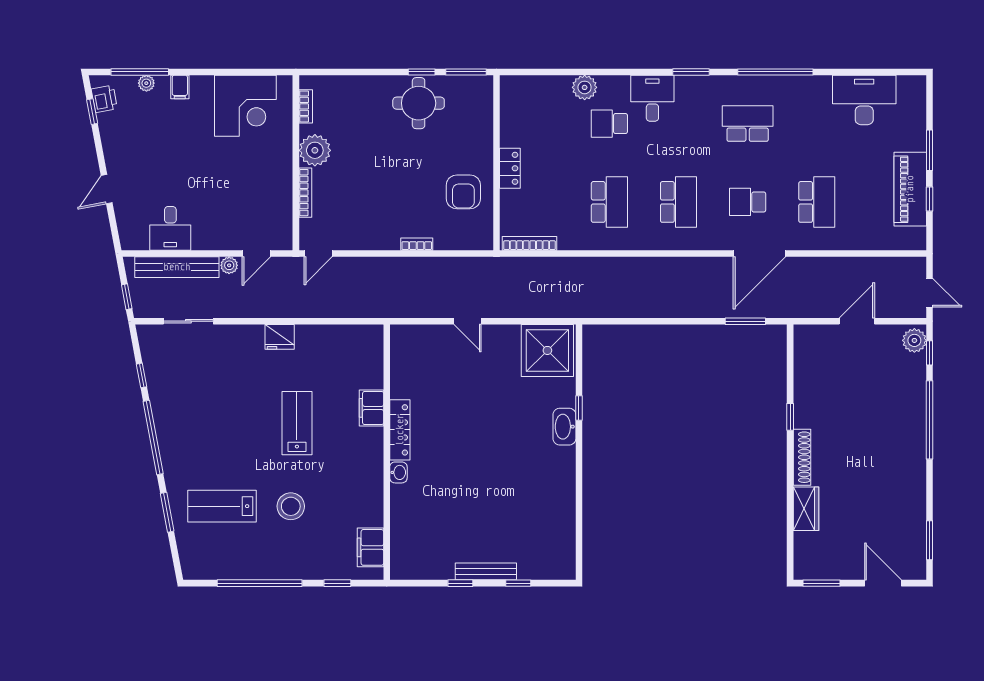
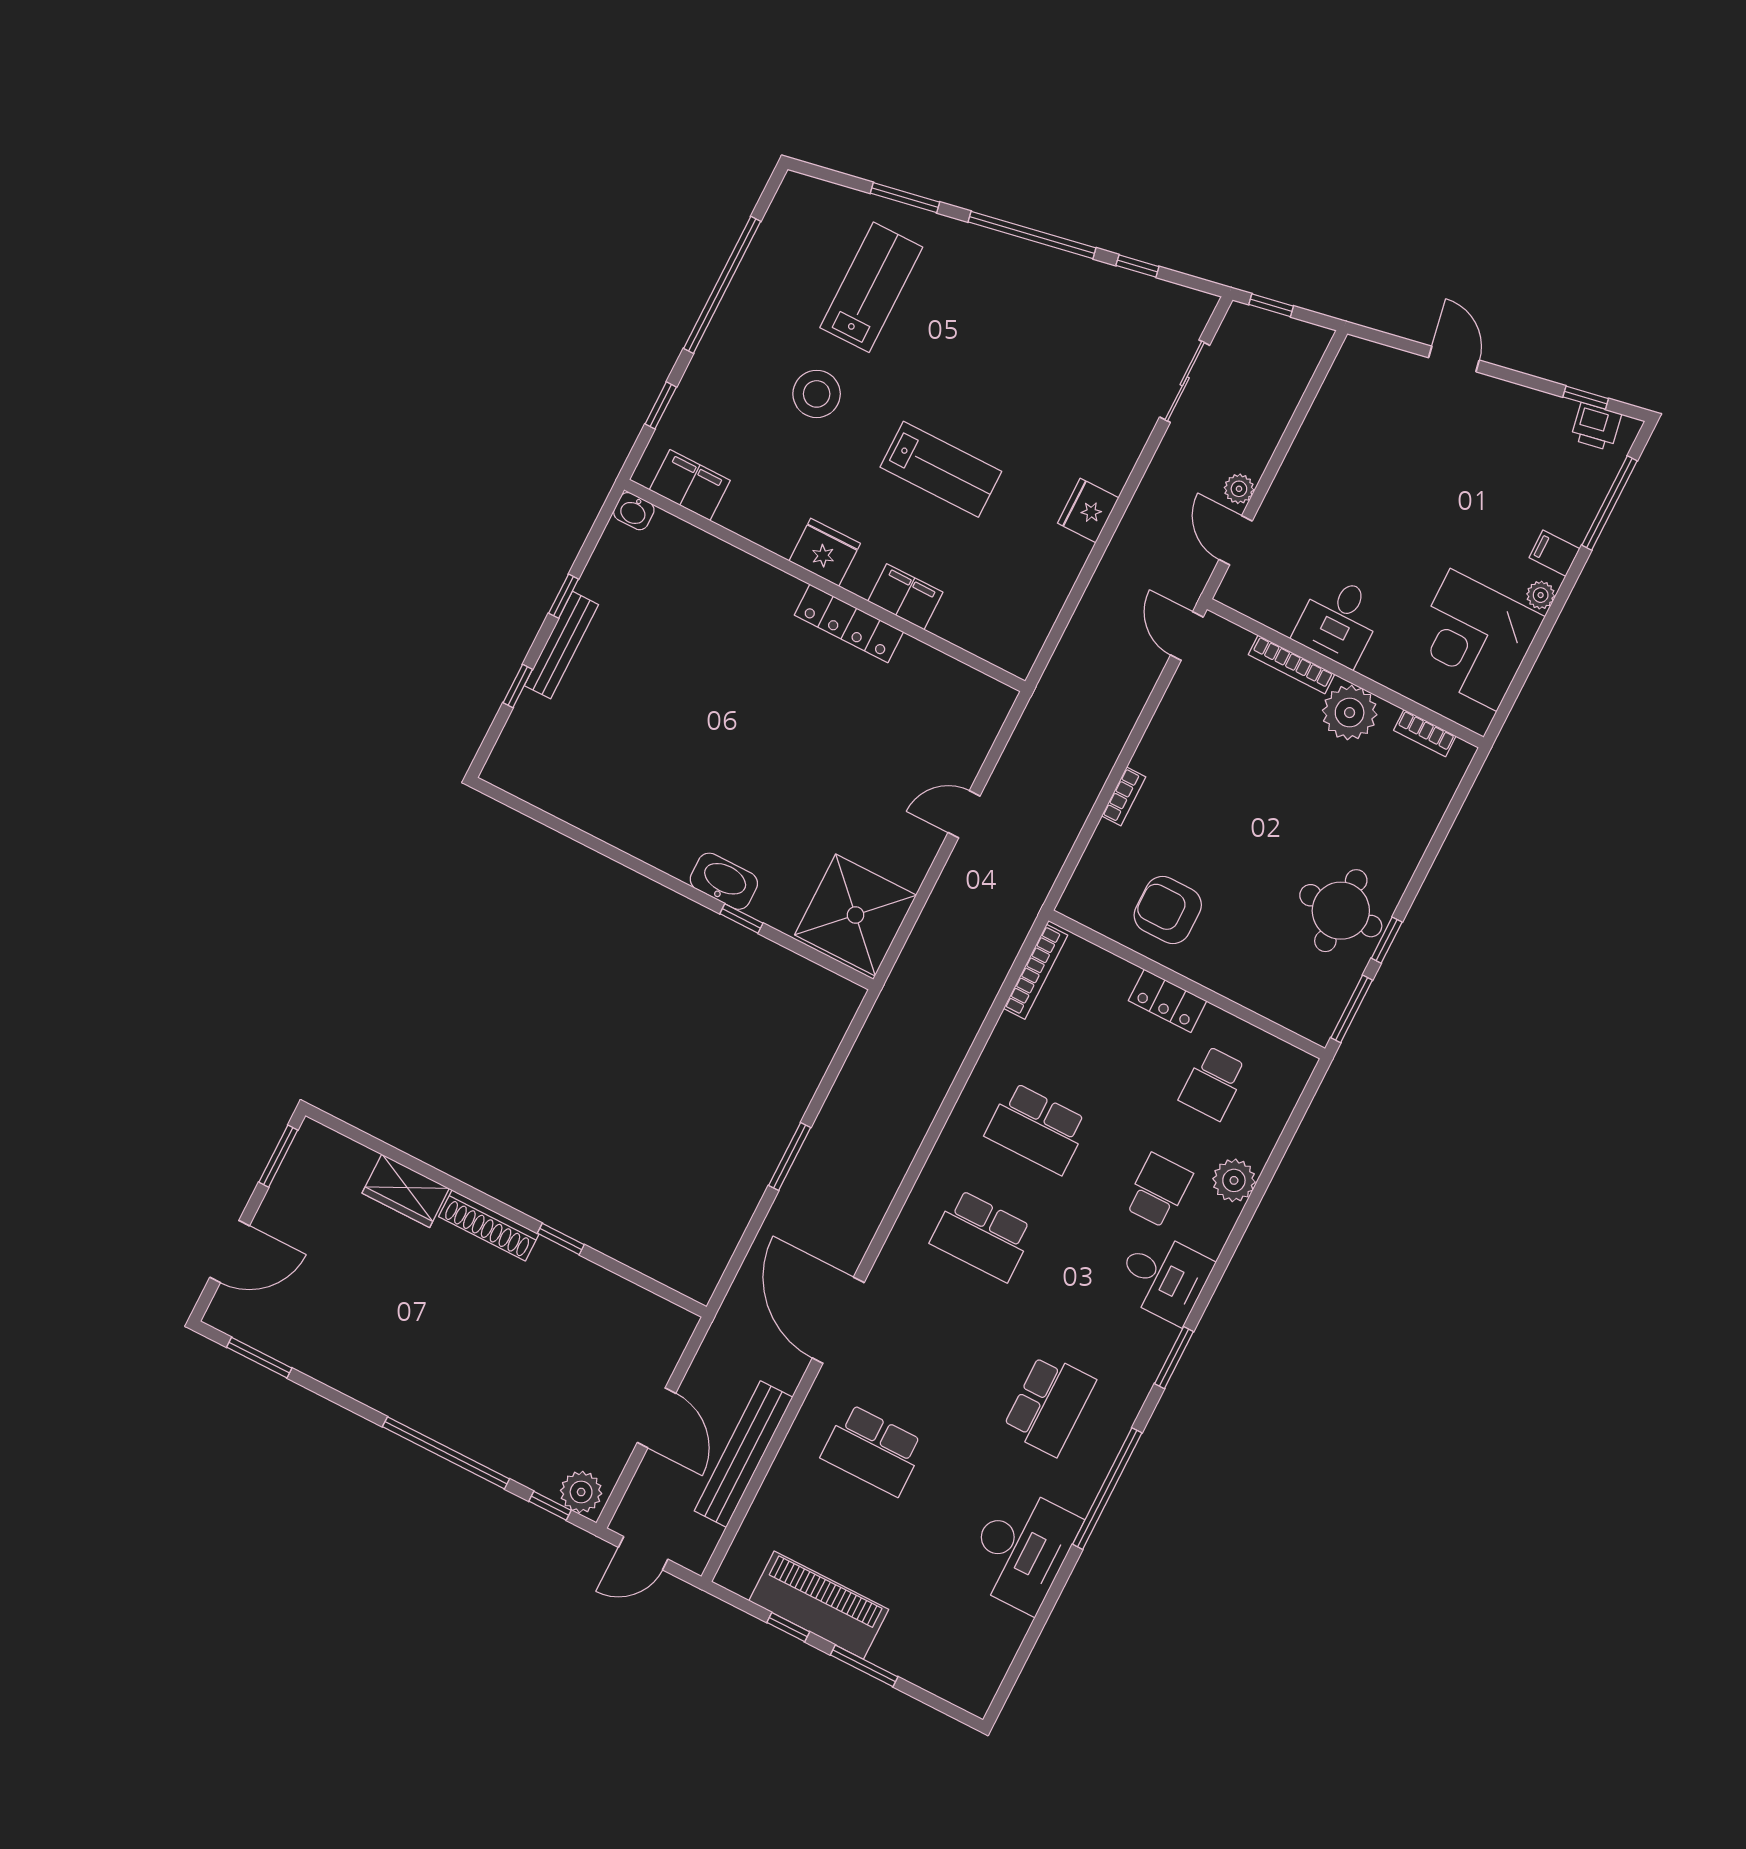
plant: (146, 83) -> (1541, 595), moved
desk: (864, 100) -> (1022, 1549), moved
school desk: (748, 202) -> (1213, 1083), moved, turned 180
desk: (170, 228) -> (1339, 621), moved, turned -90
bench: (177, 267) -> (743, 1454), moved
window: (745, 321) -> (790, 1156), moved
fridge: (370, 461) -> (825, 552), added
washbasin: (398, 472) -> (634, 511), moved

